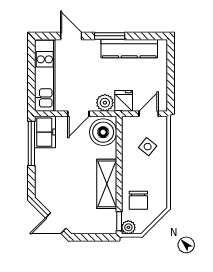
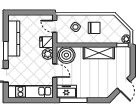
chair: (138, 200) -> (94, 28), moved

